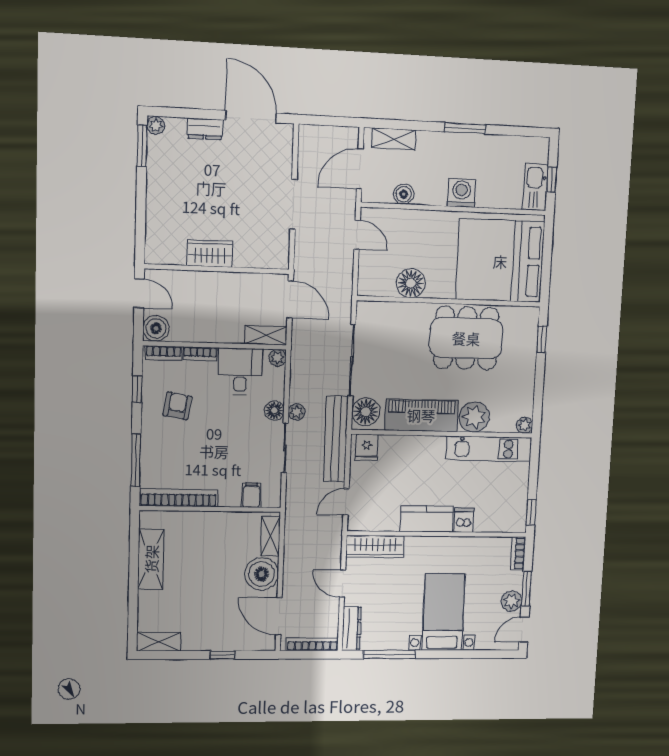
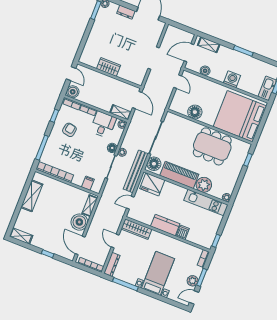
fridge: (367, 447) -> (152, 184), width x1.88, depth x1.34

